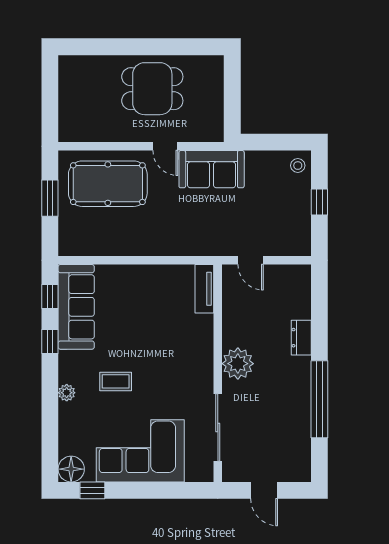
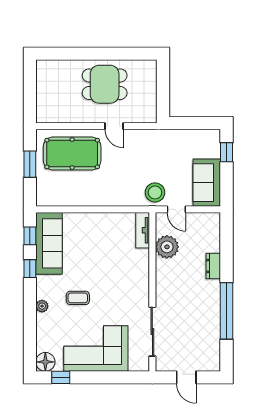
stool: (298, 166) -> (155, 192), moved, width x1.89, depth x1.89
sofa: (212, 169) -> (207, 183), moved, turned 90
window: (319, 202) -> (227, 152), moved
plant: (238, 364) -> (167, 247), moved

